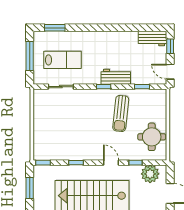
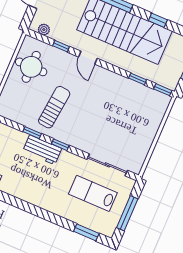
sliding door: (61, 87) -> (107, 165), width x1.37
window: (142, 87) -> (32, 133), moved
window: (76, 163) -> (138, 79), moved
plant: (150, 174) -> (44, 30), width x0.53, depth x0.53

